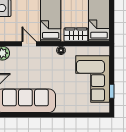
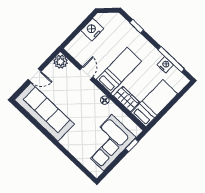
window: (112, 91) -> (132, 145), moved

